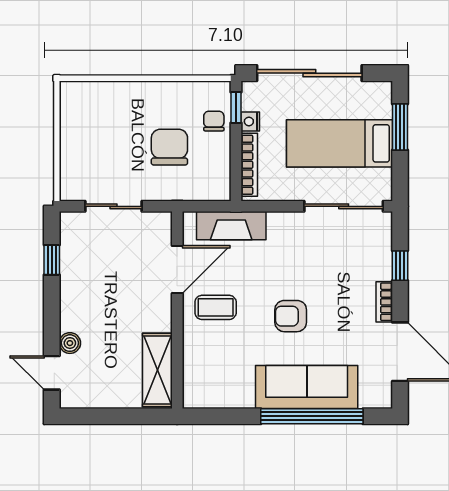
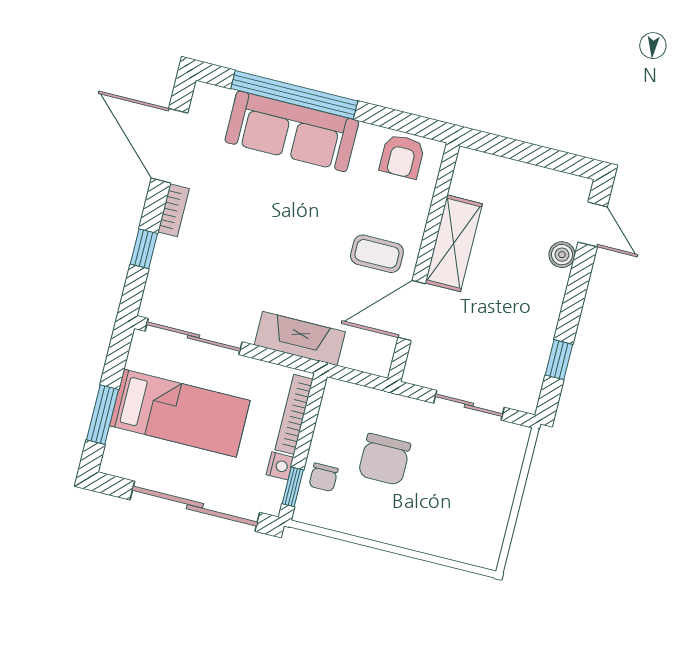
fireplace: (231, 226) -> (300, 338), moved
armchair: (291, 316) -> (402, 156), moved, turned 90
shelving: (157, 370) -> (454, 243), moved

